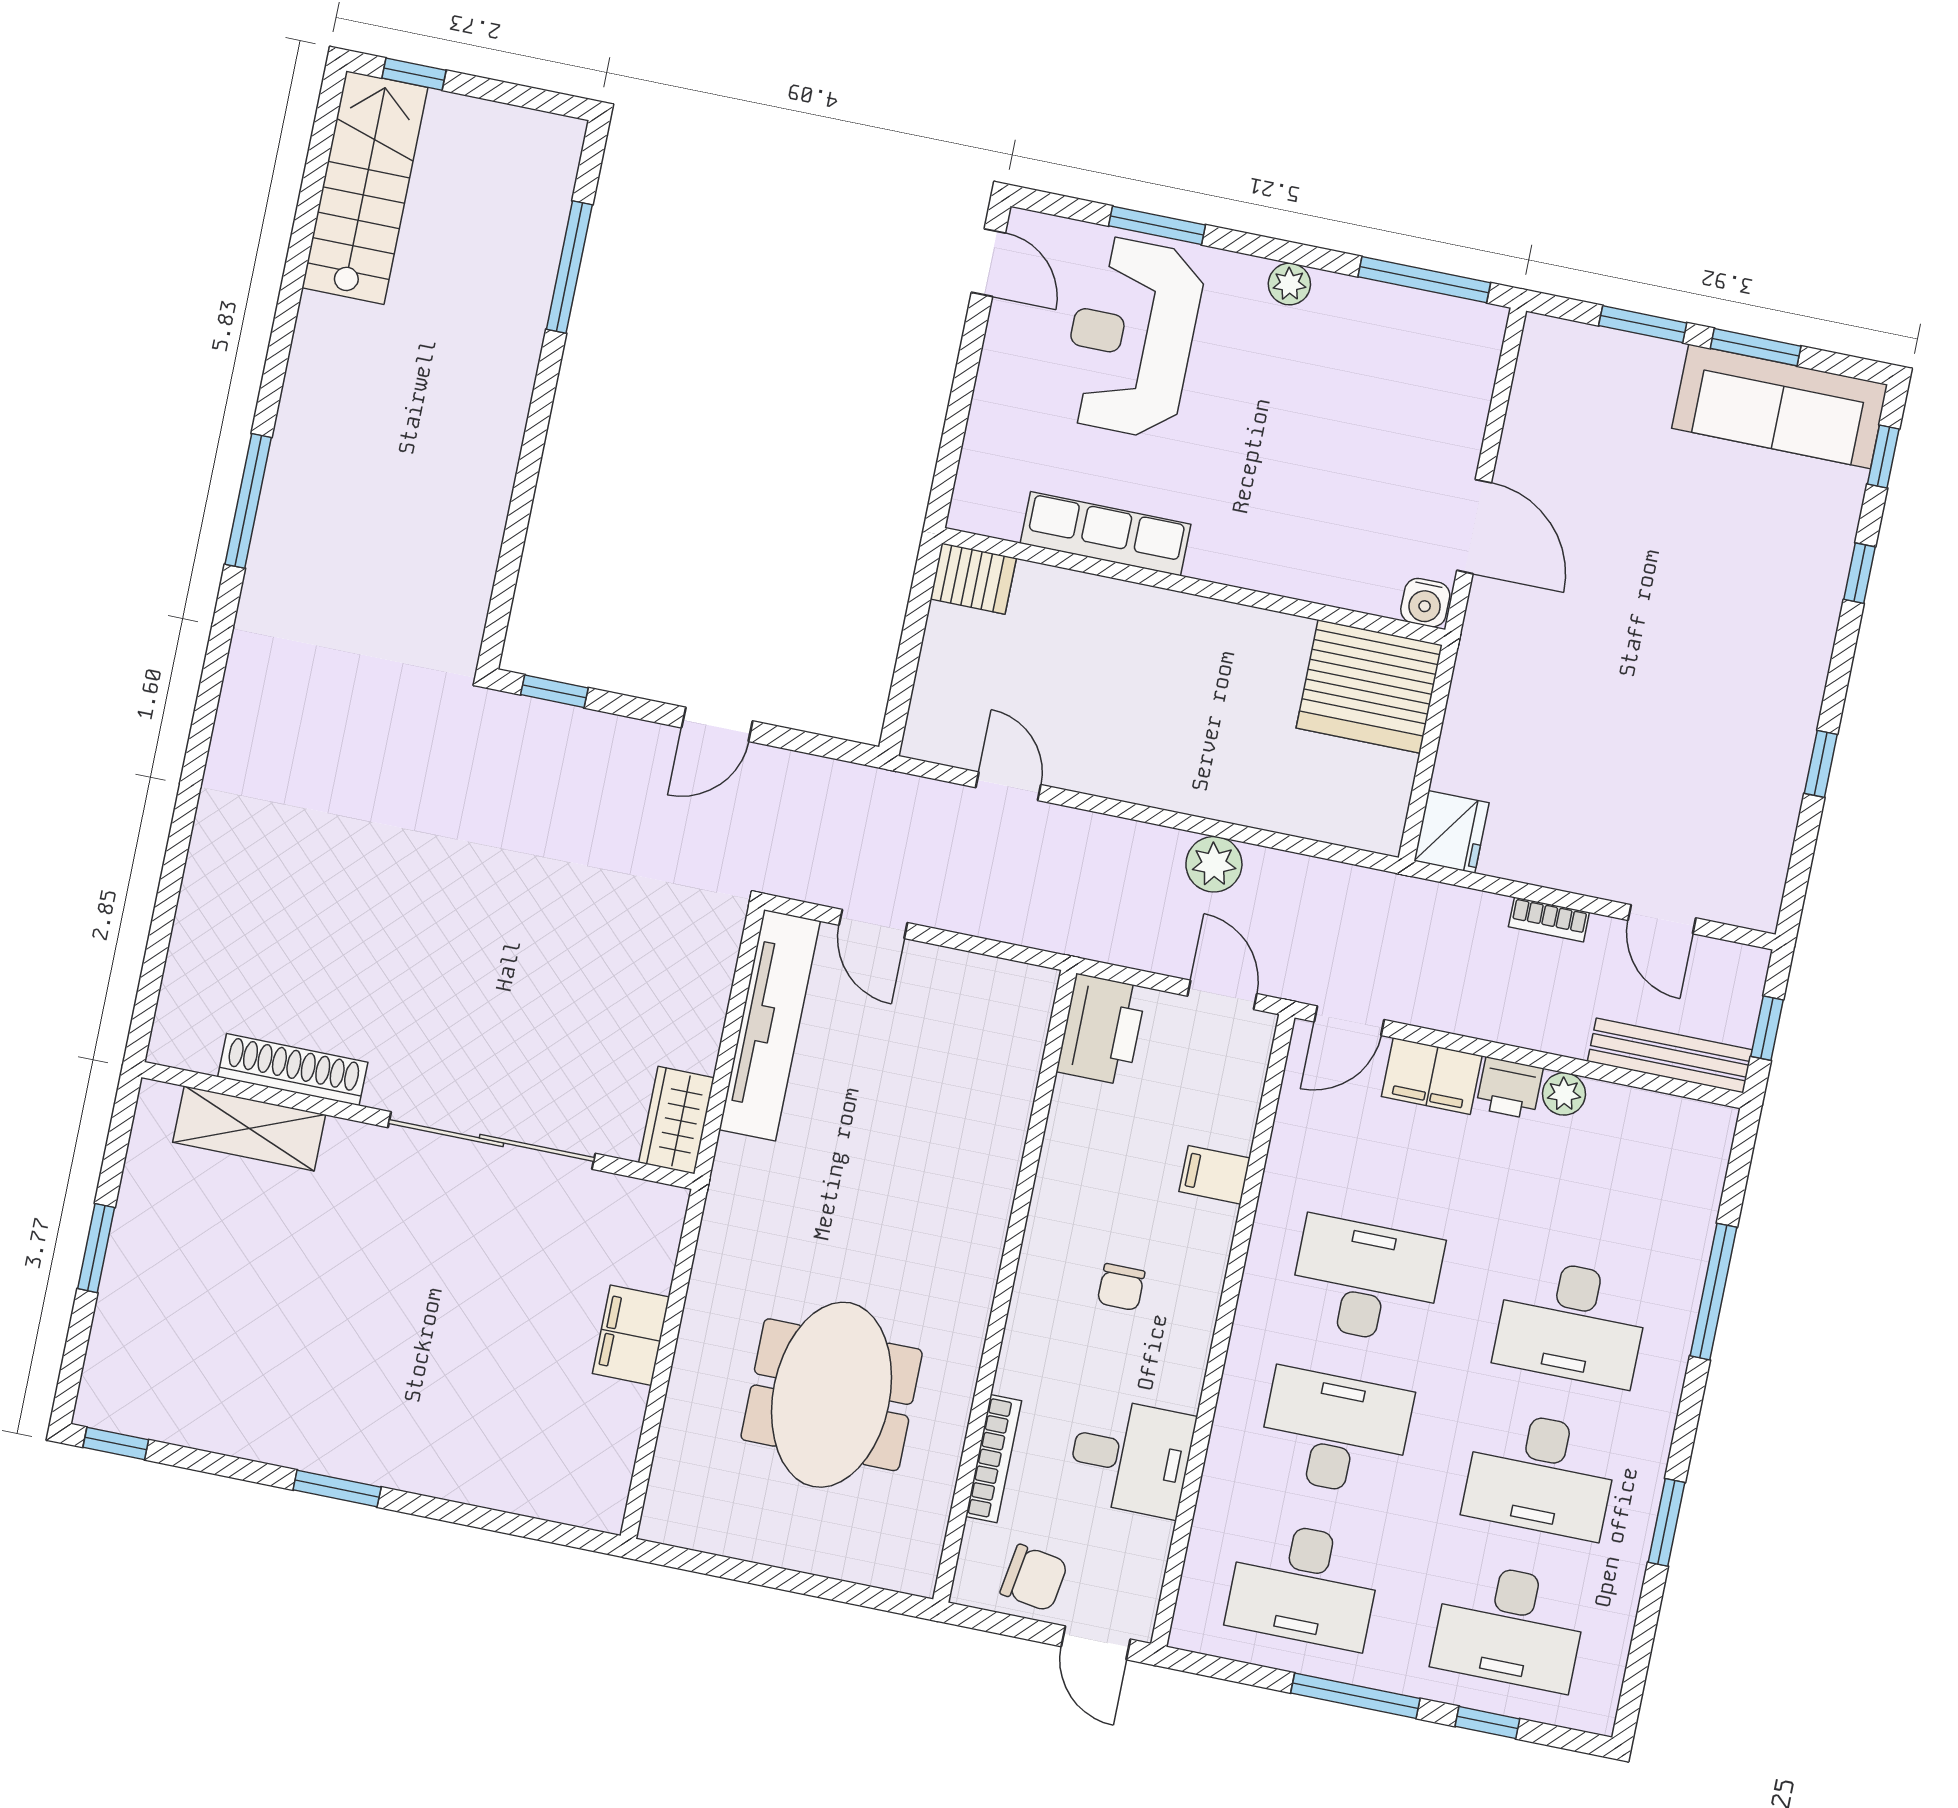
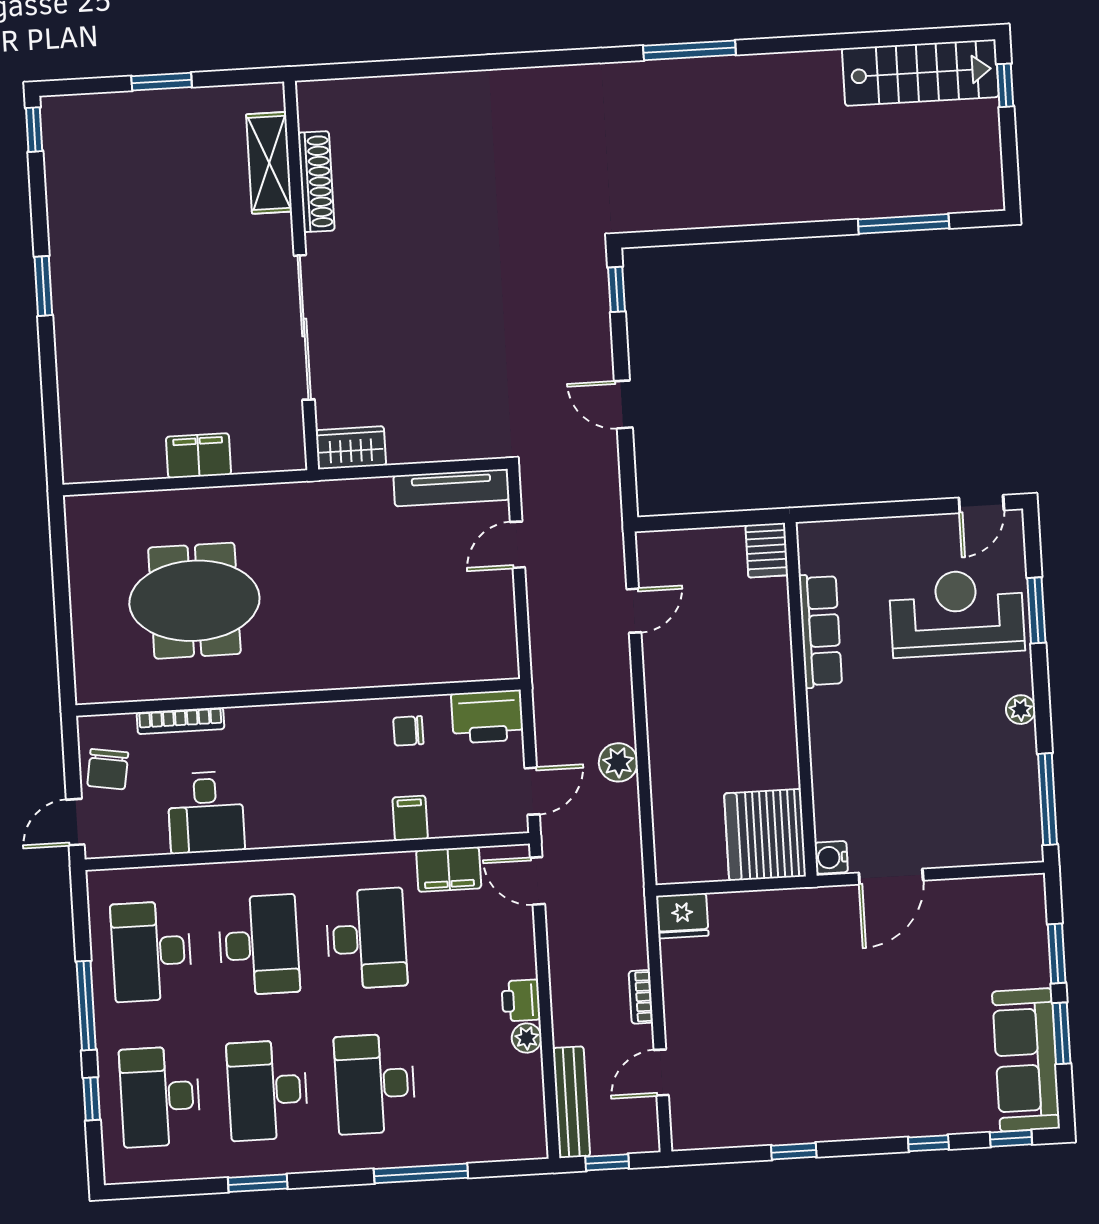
tv unit: (770, 1025) -> (451, 488), width x0.73, depth x0.78
filing cabinet: (1432, 1076) -> (449, 869), moved, turned -90
chair: (1121, 1287) -> (408, 731), moved

